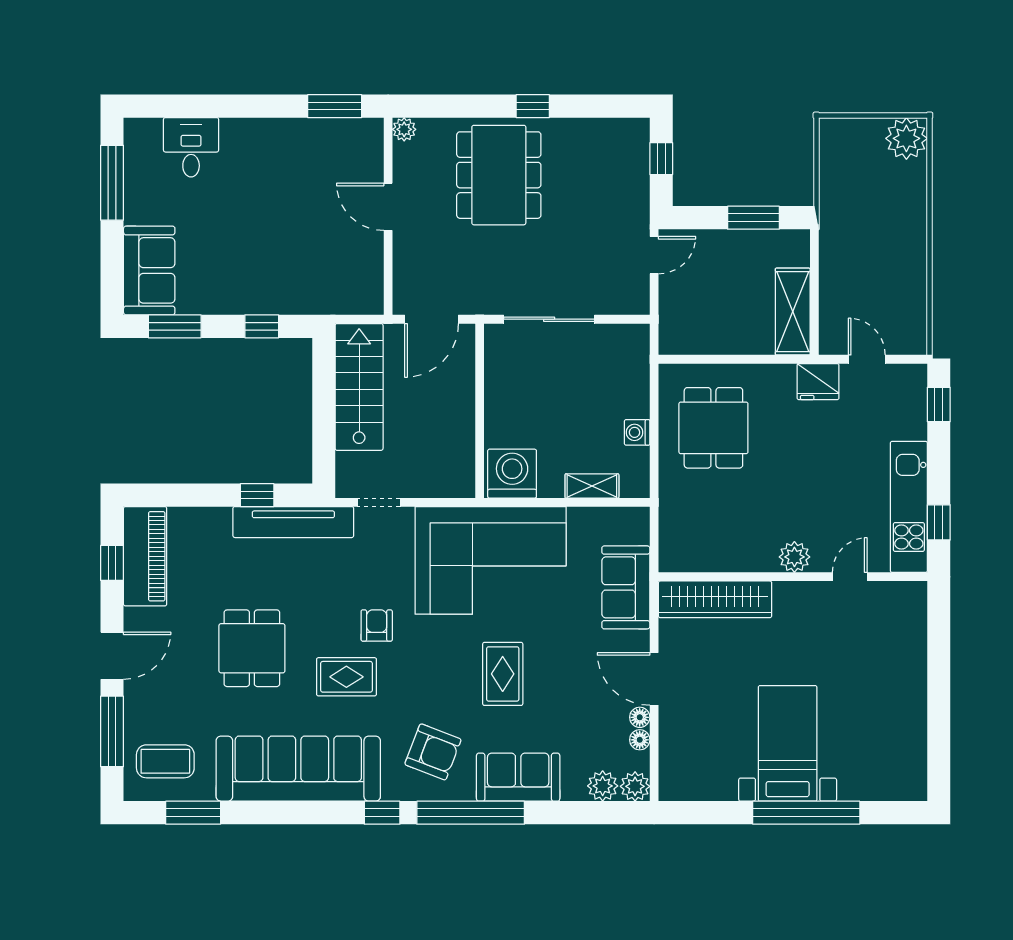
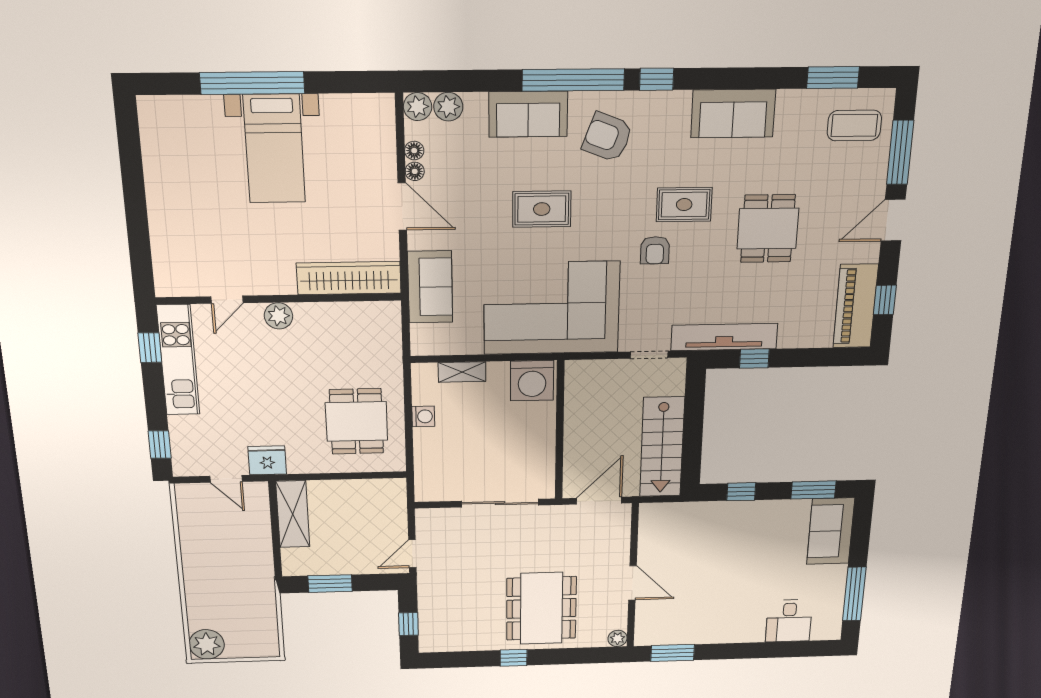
rug: (503, 674) -> (542, 209), turned 90
sofa: (298, 769) -> (733, 114), width x0.54, depth x0.79

